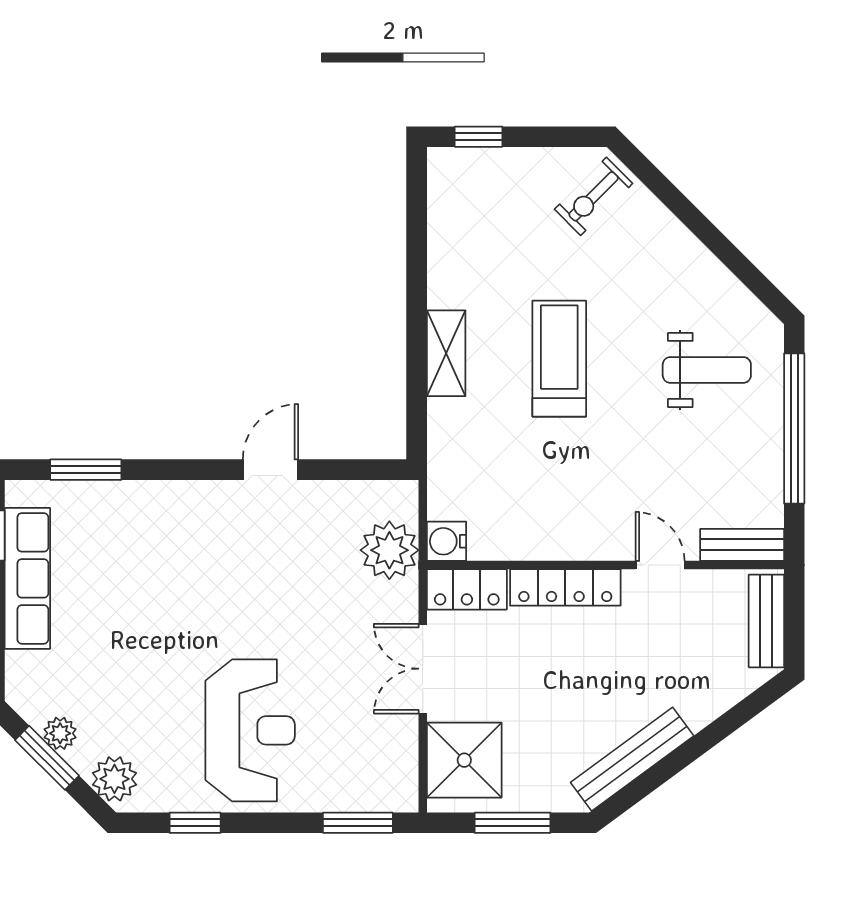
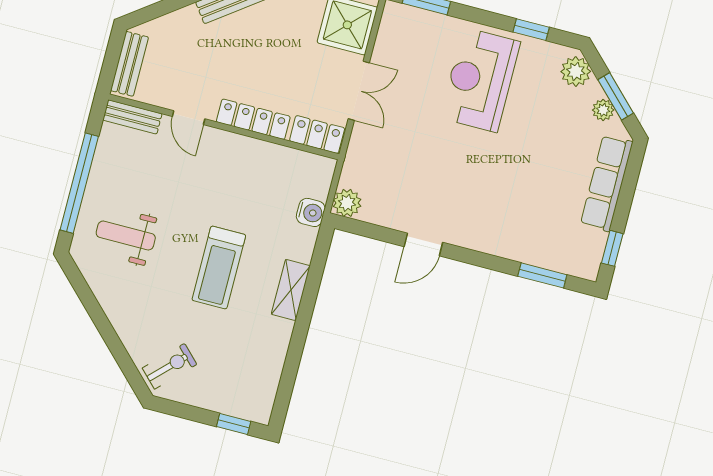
water cooler: (446, 541) -> (311, 212), moved
plant: (389, 550) -> (347, 203), moved, width x0.73, depth x0.73
row of seats: (27, 578) -> (607, 183), moved

